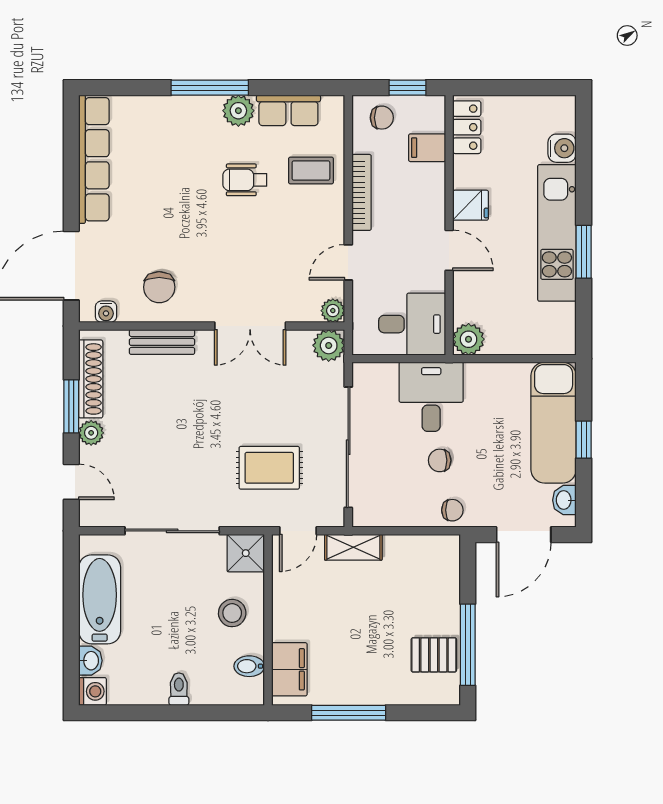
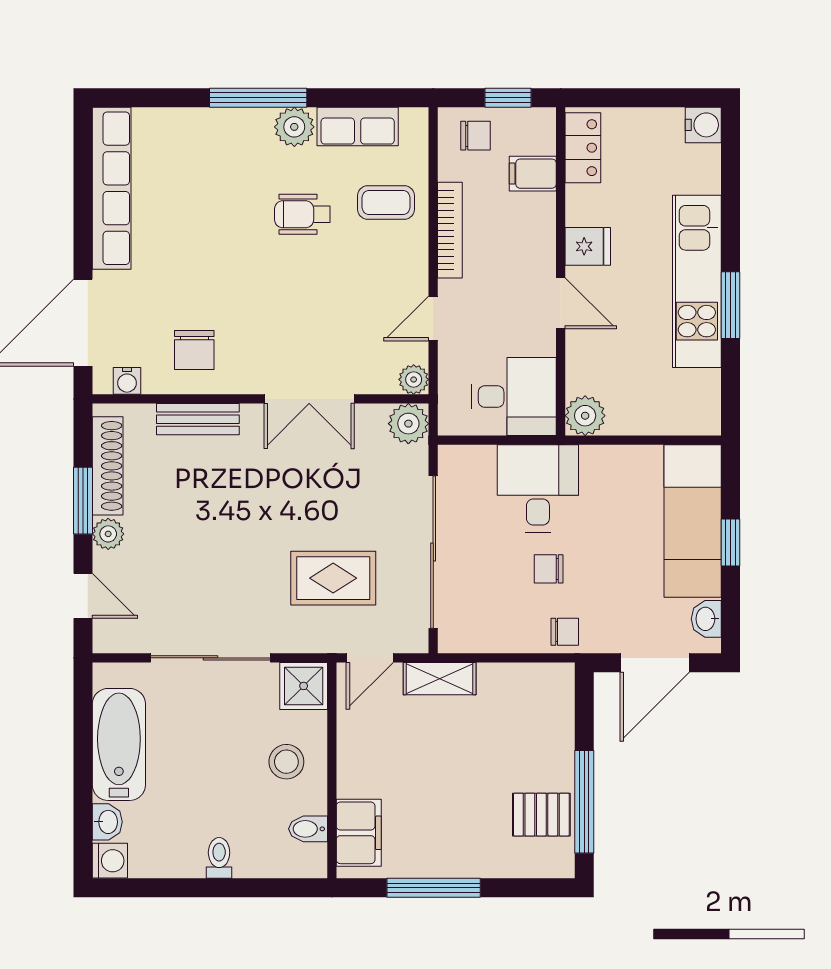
water cooler: (562, 148) -> (703, 125), moved

